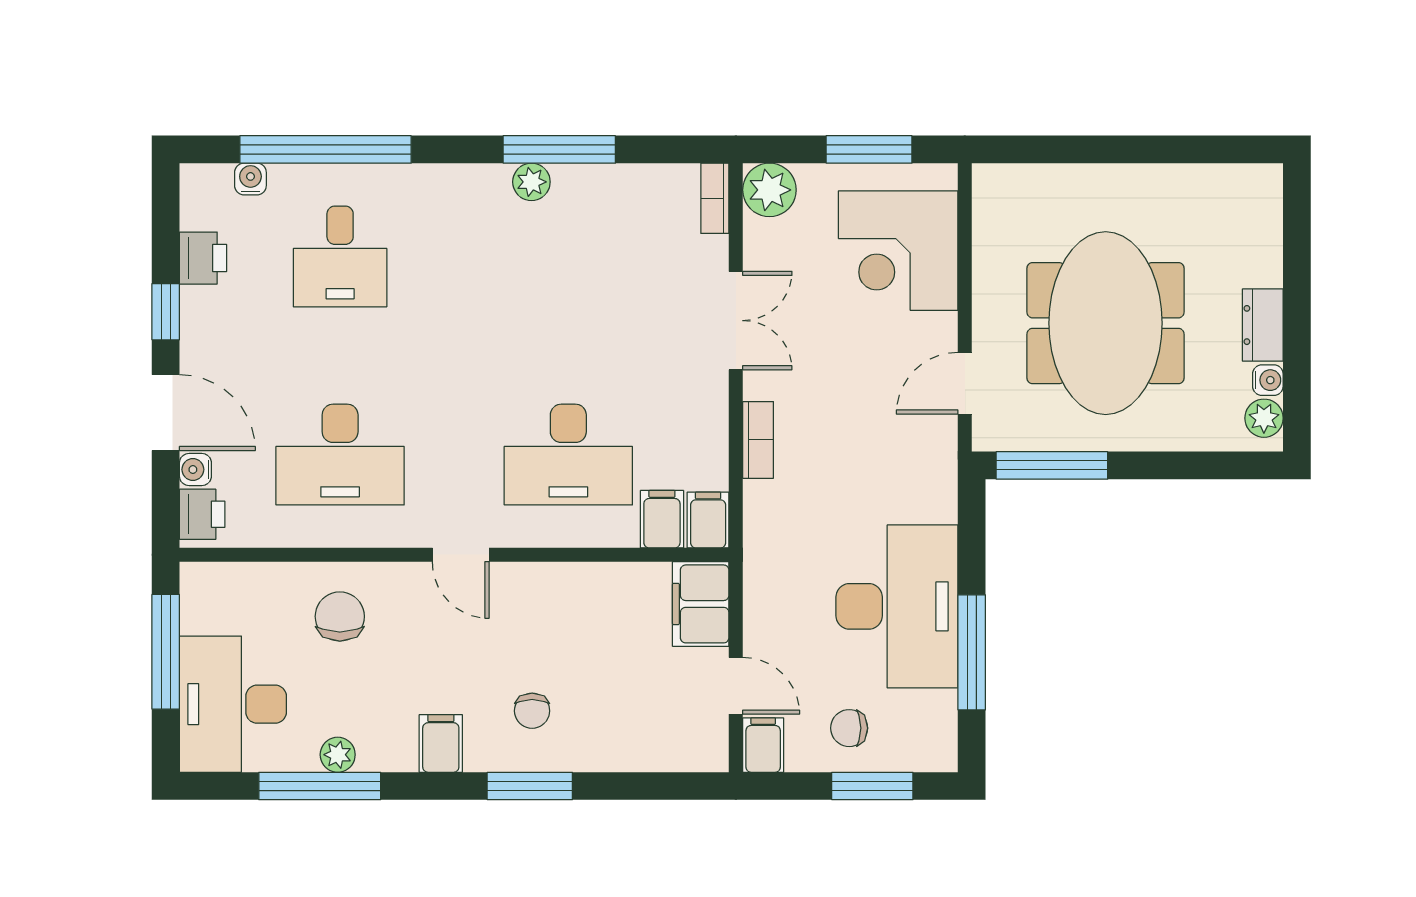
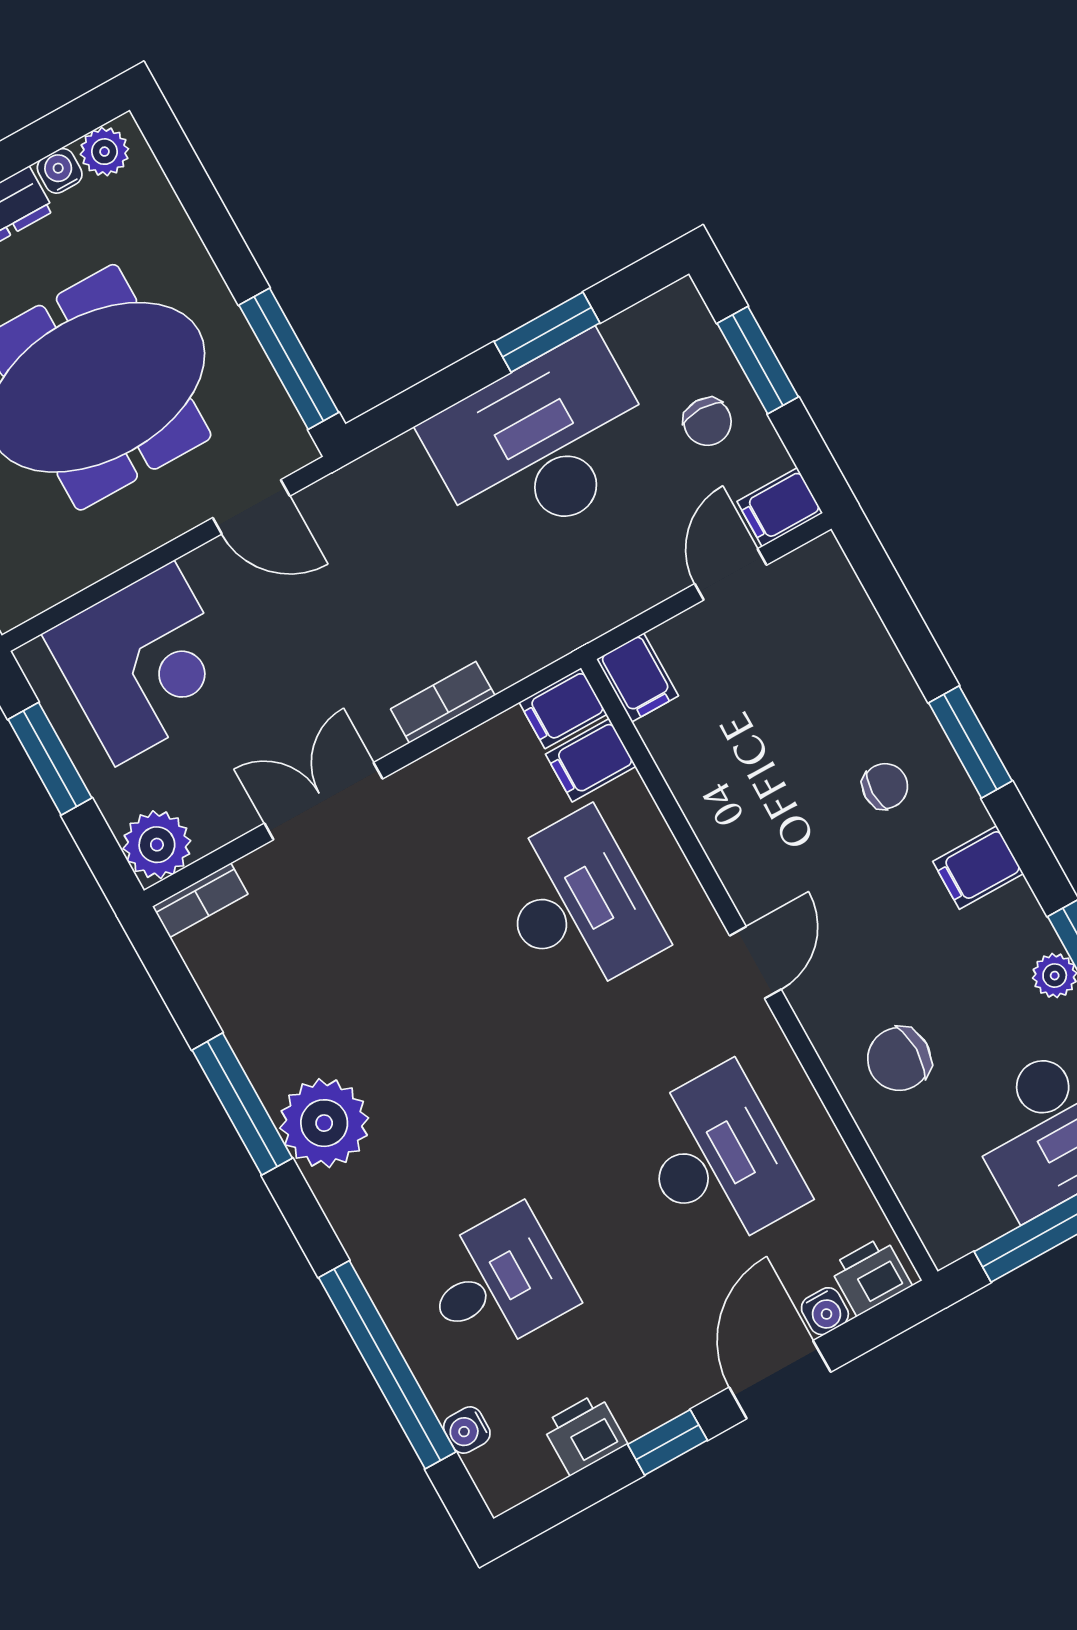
plant: (531, 182) -> (324, 1123), width x1.87, depth x1.87
filing cabinet: (701, 604) -> (638, 677), width x0.50
window: (972, 652) -> (547, 332), width x0.69

